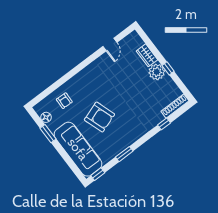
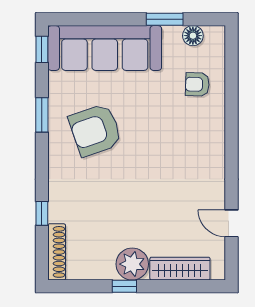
wardrobe: (147, 55) -> (180, 269), width x1.50
armchair: (99, 117) -> (95, 130), moved

